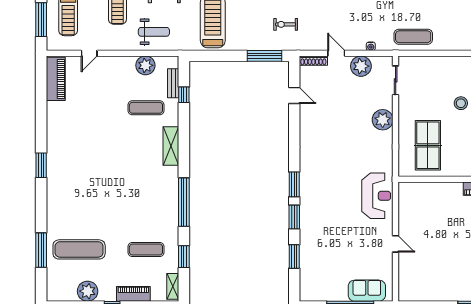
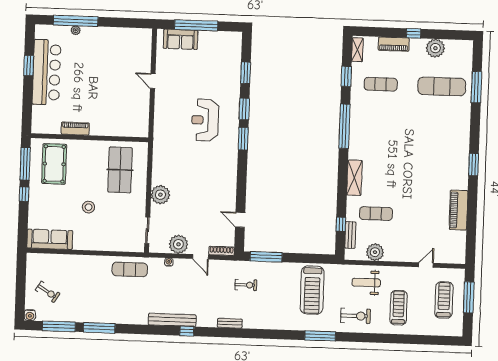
piano: (56, 79) -> (459, 210), moved
reception desk: (376, 196) -> (205, 120), moved

